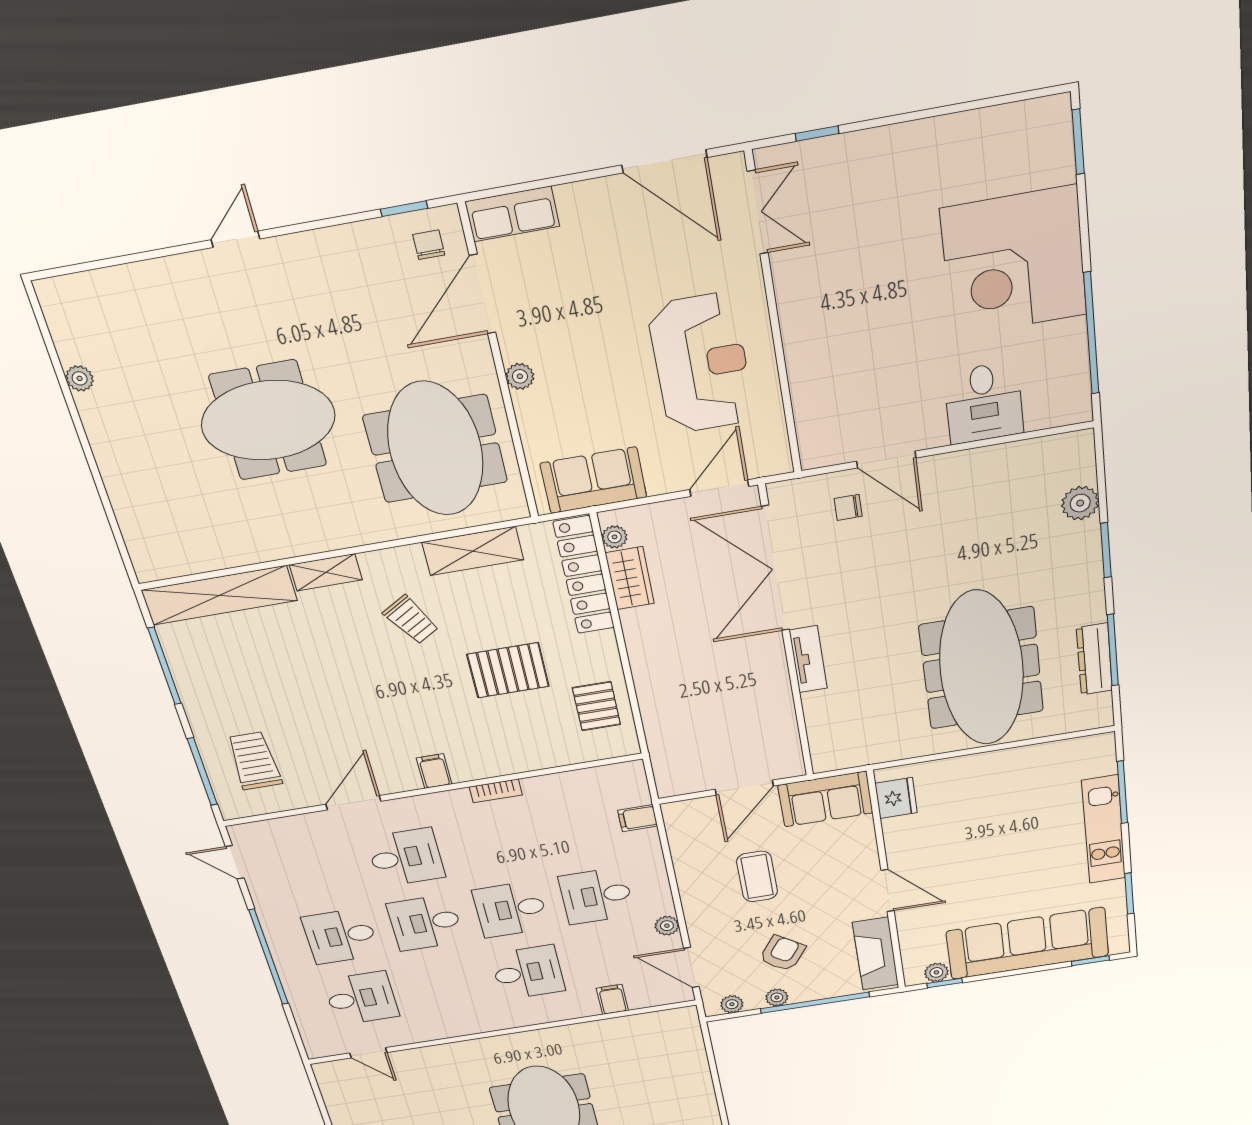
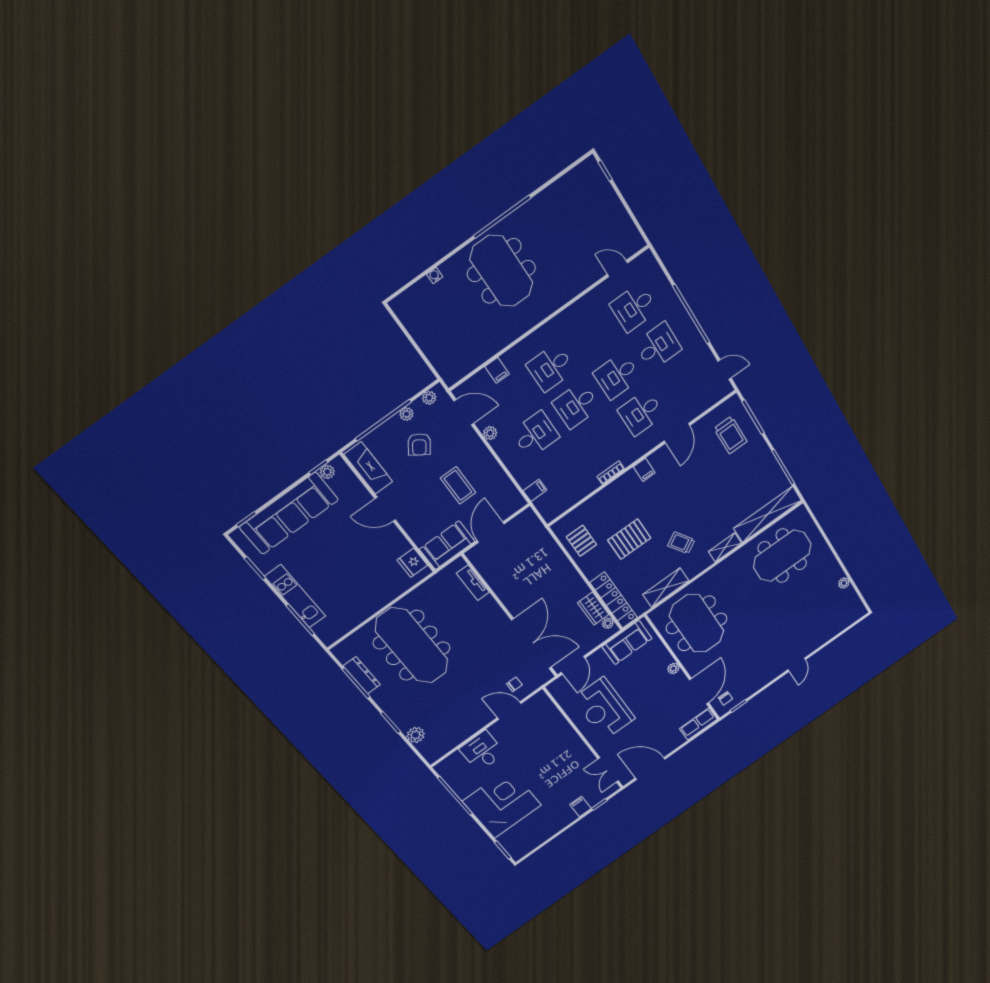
filing cabinet: (860, 153) -> (581, 807), added
meeting table: (268, 420) -> (782, 556), moved
tv unit: (808, 659) -> (473, 583), moved
desk: (511, 909) -> (576, 405), turned 180
desk: (425, 923) -> (617, 376), turned 180

